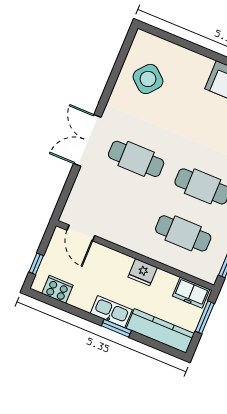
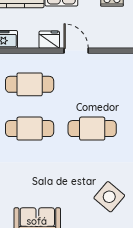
door: (81, 233) -> (76, 51), moved

